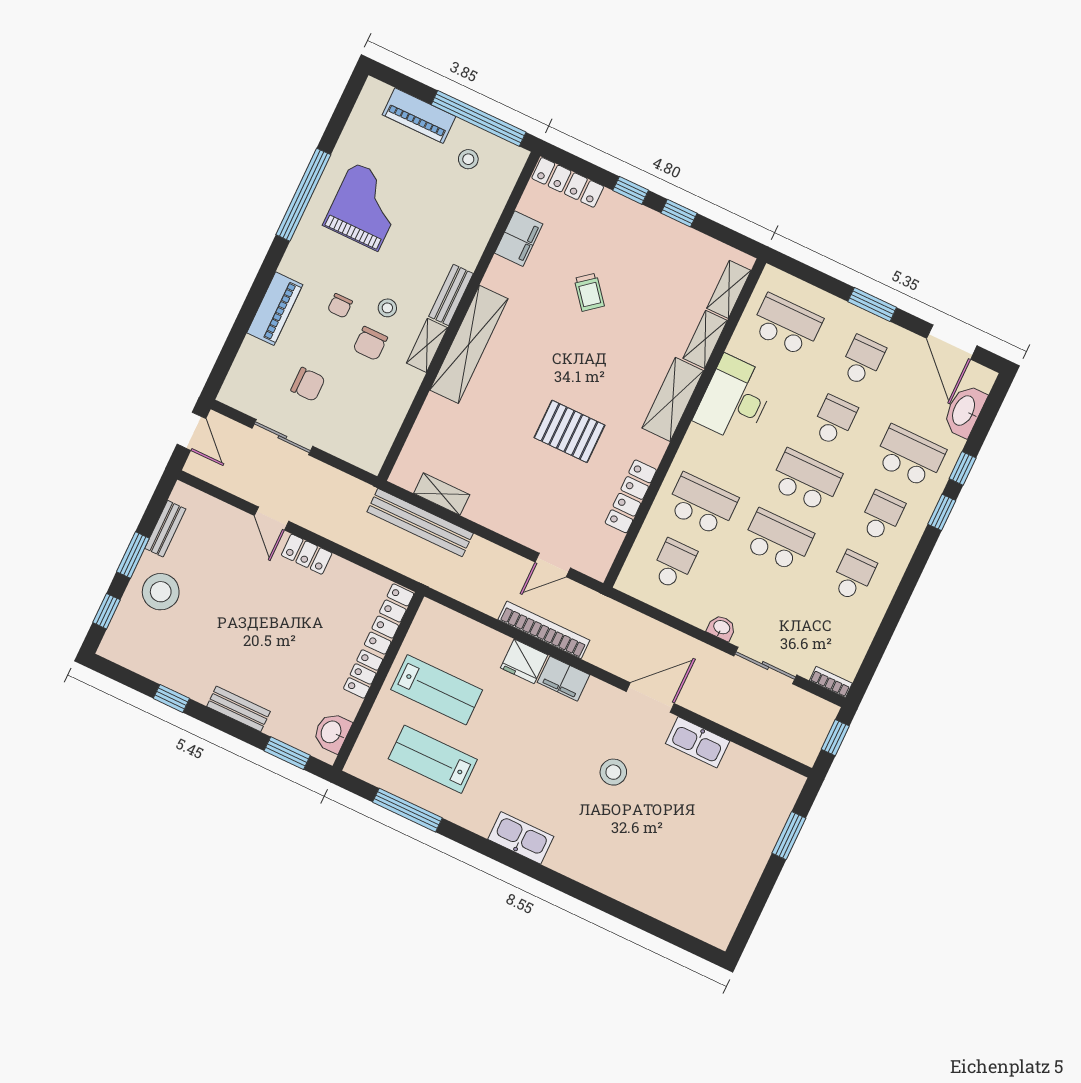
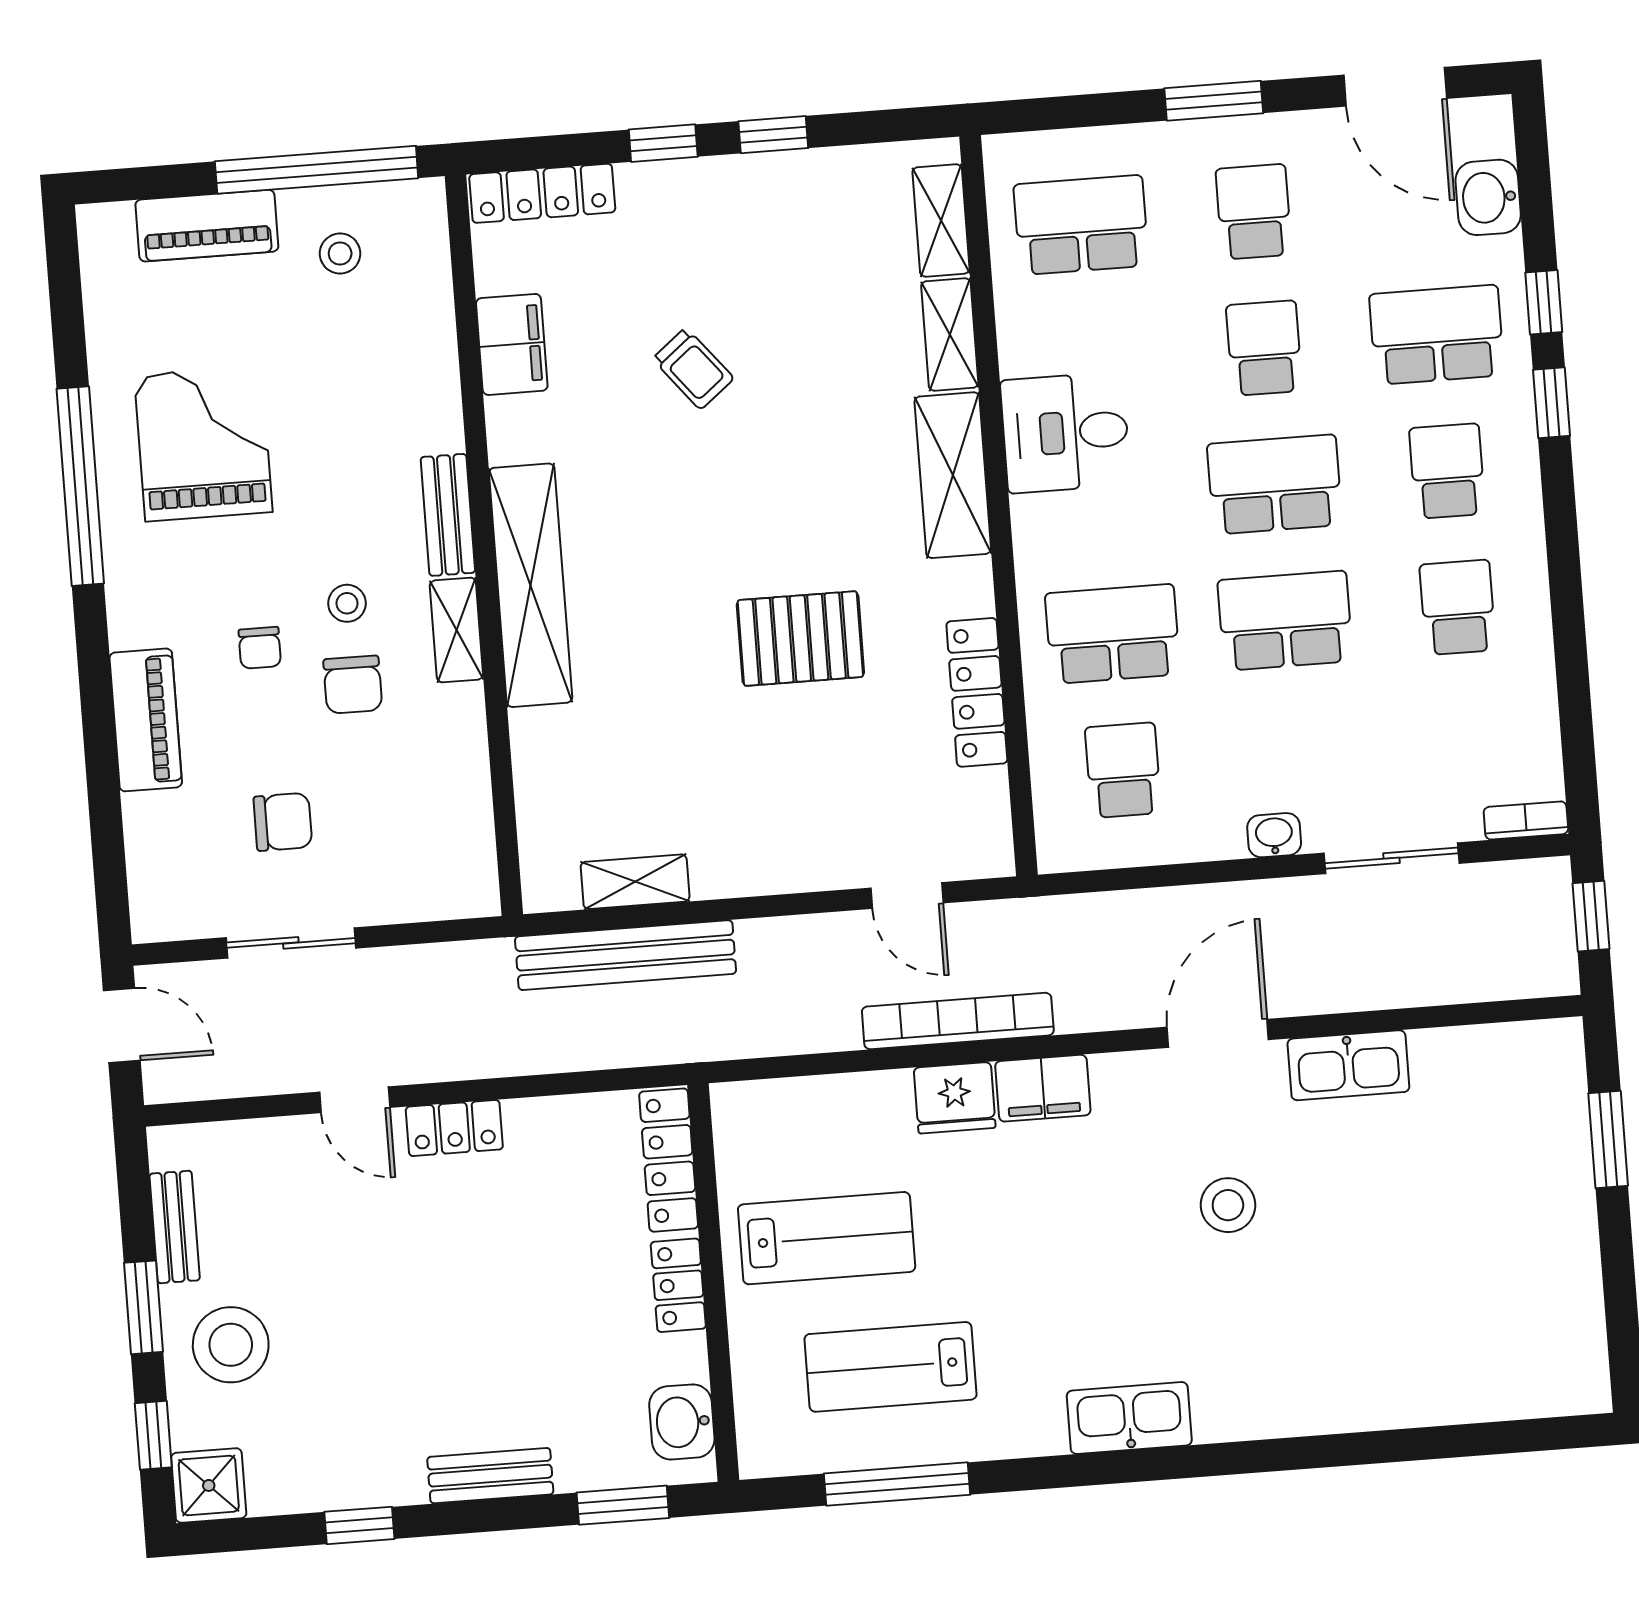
desk: (735, 399) -> (1065, 433), width x0.73
washbasin: (964, 411) -> (1488, 197), width x0.72
door: (553, 565) -> (907, 896), hinge flipped
shower: (118, 646) -> (209, 1485), added

